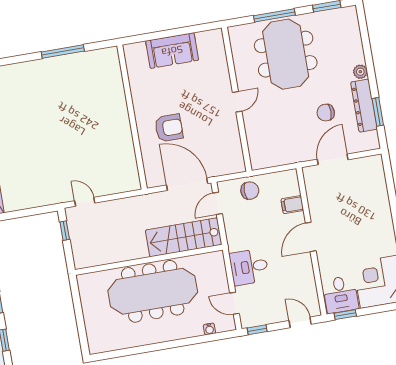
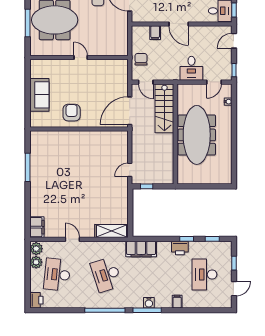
armchair: (169, 128) -> (72, 113), moved
door: (187, 184) -> (130, 111), moved

